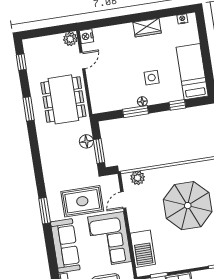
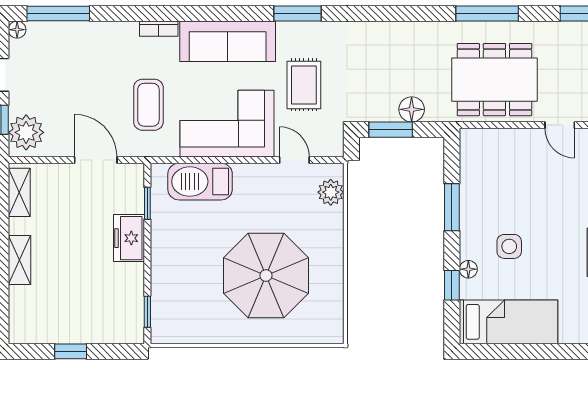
floor lamp: (142, 101) -> (468, 269), moved
window: (29, 109) -> (487, 13), width x1.44
rug: (82, 201) -> (304, 85), width x0.73, depth x0.70

